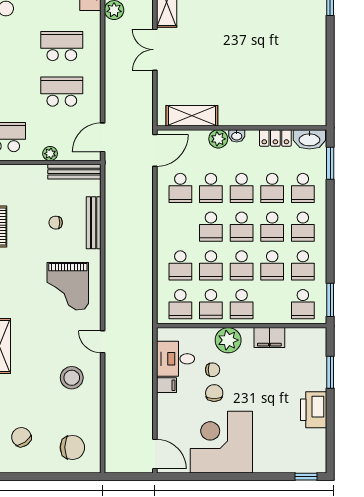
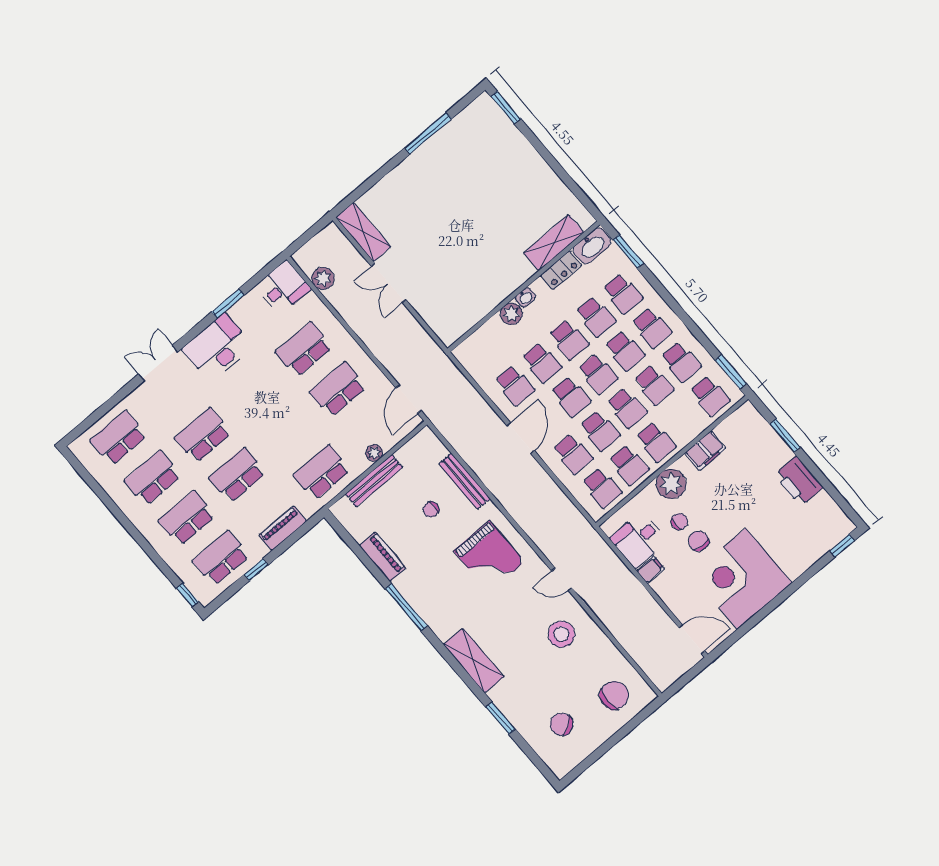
shelving: (192, 116) -> (554, 243), moved
door: (155, 150) -> (521, 438), moved
bench: (74, 172) -> (374, 481), moved

